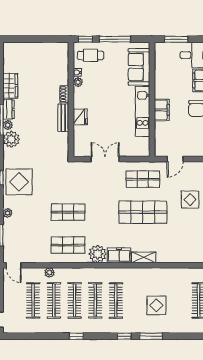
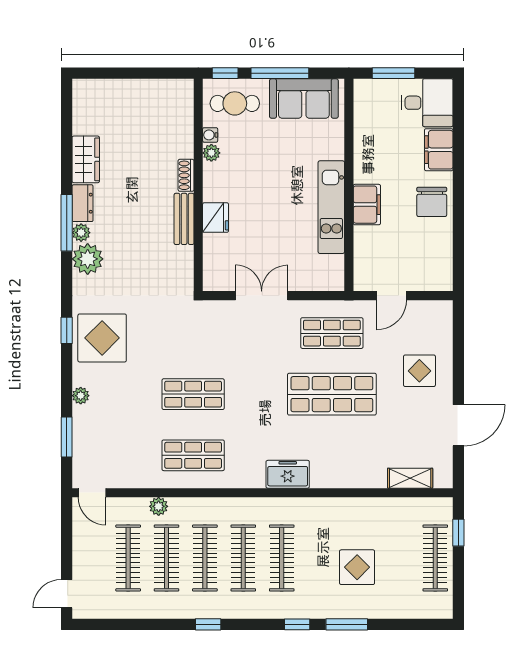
sofa: (139, 67) -> (304, 98), moved, turned -90
plant: (98, 254) -> (248, 472), removed
shelving: (144, 257) -> (410, 478), moved

